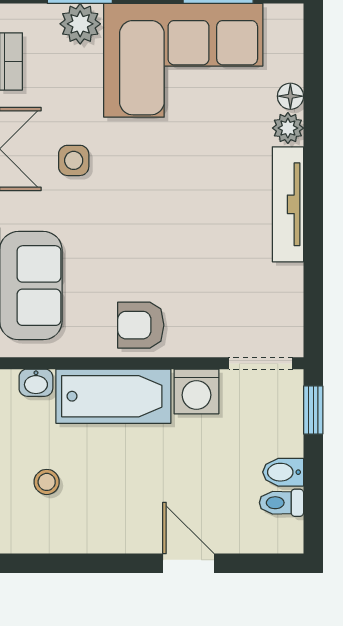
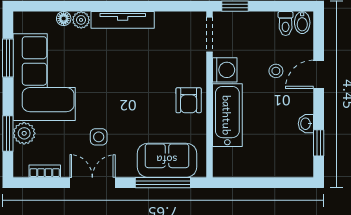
washbasin: (36, 383) -> (306, 124), moved, turned 180
bidet: (283, 472) -> (302, 23), moved
stool: (47, 482) -> (276, 71), moved
window: (63, 563) -> (319, 143), added

